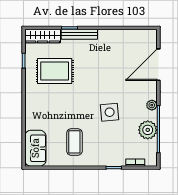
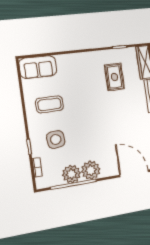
rug: (55, 71) -> (114, 77), width x0.73, depth x0.70
plant: (152, 105) -> (91, 170), width x1.88, depth x1.88
side table: (110, 112) -> (56, 139), moved

